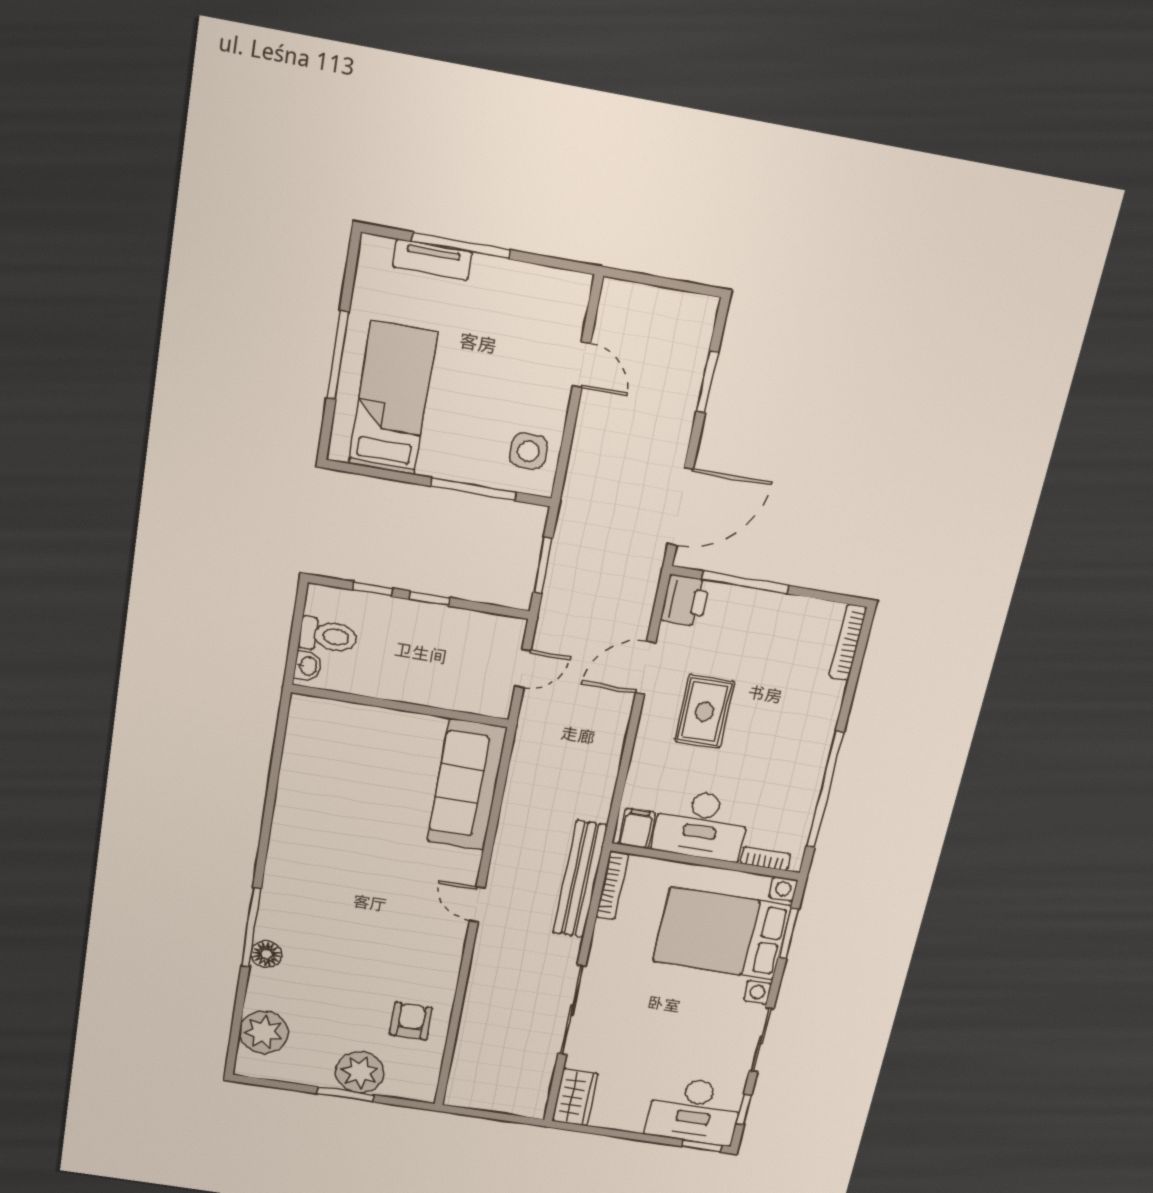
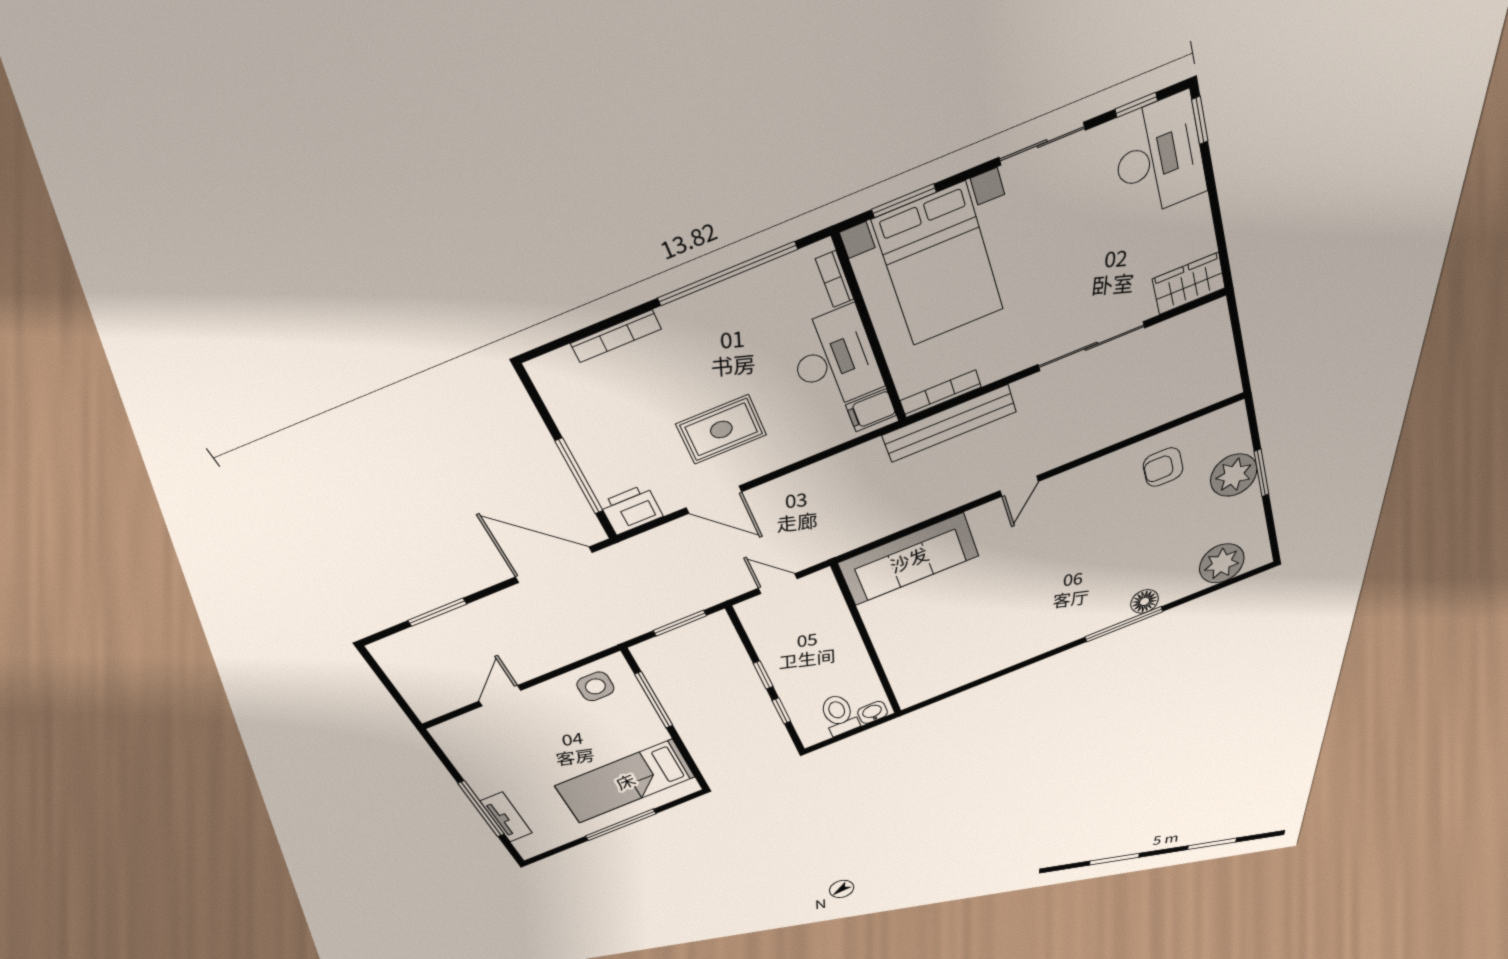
bookcase: (848, 642) -> (616, 336), moved

